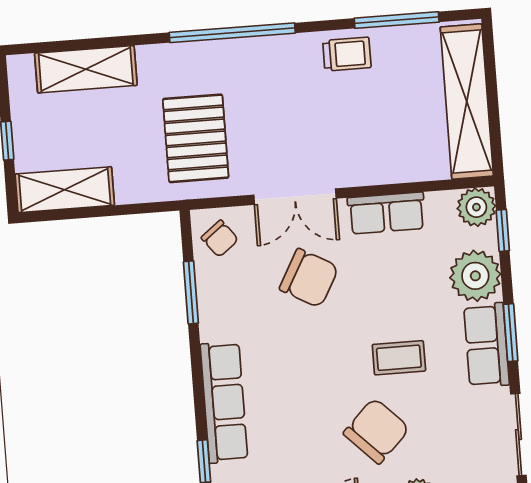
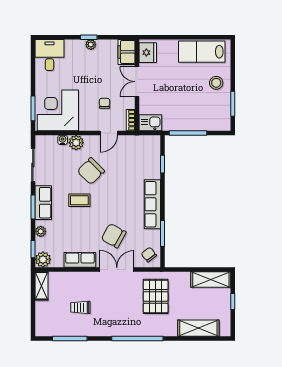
trolley: (347, 54) -> (80, 307), moved
shelving: (467, 102) -> (41, 286), width x0.45, depth x0.75
plant: (475, 276) -> (41, 231), width x0.53, depth x0.53
row of seats: (224, 402) -> (152, 204), moved

